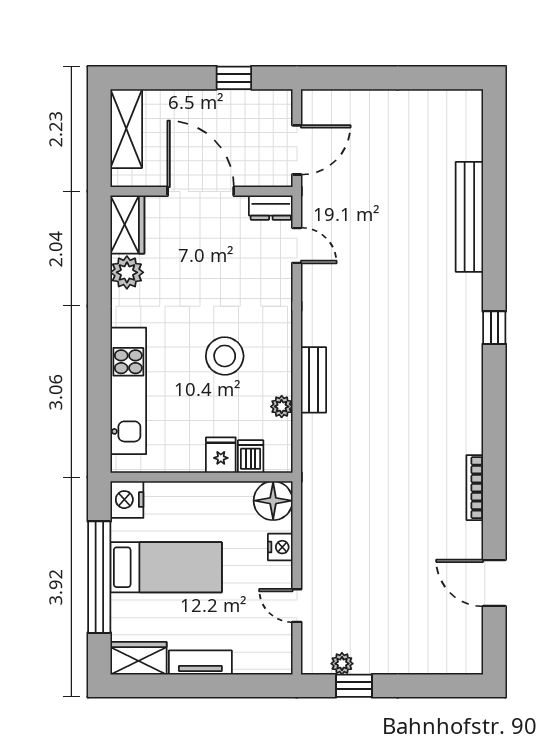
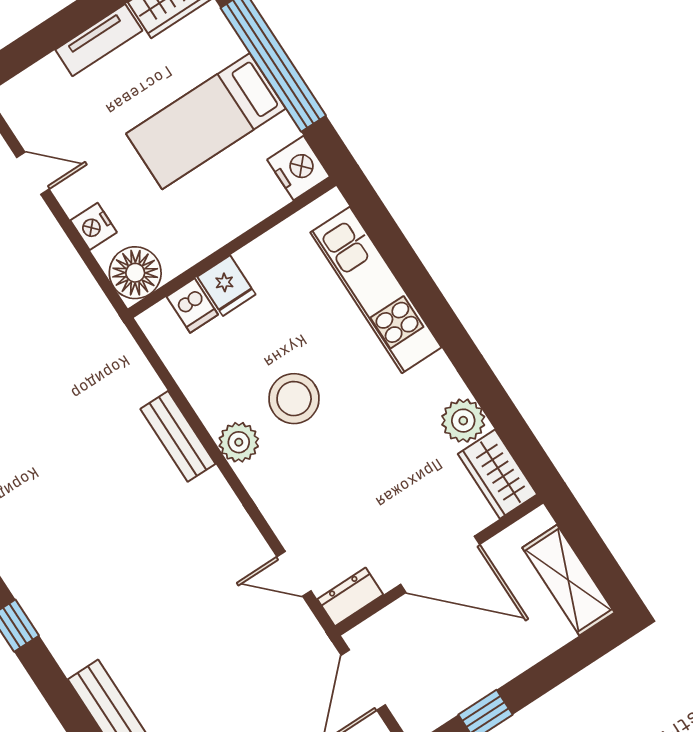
plant: (282, 407) -> (239, 442), moved, width x1.38, depth x1.38

